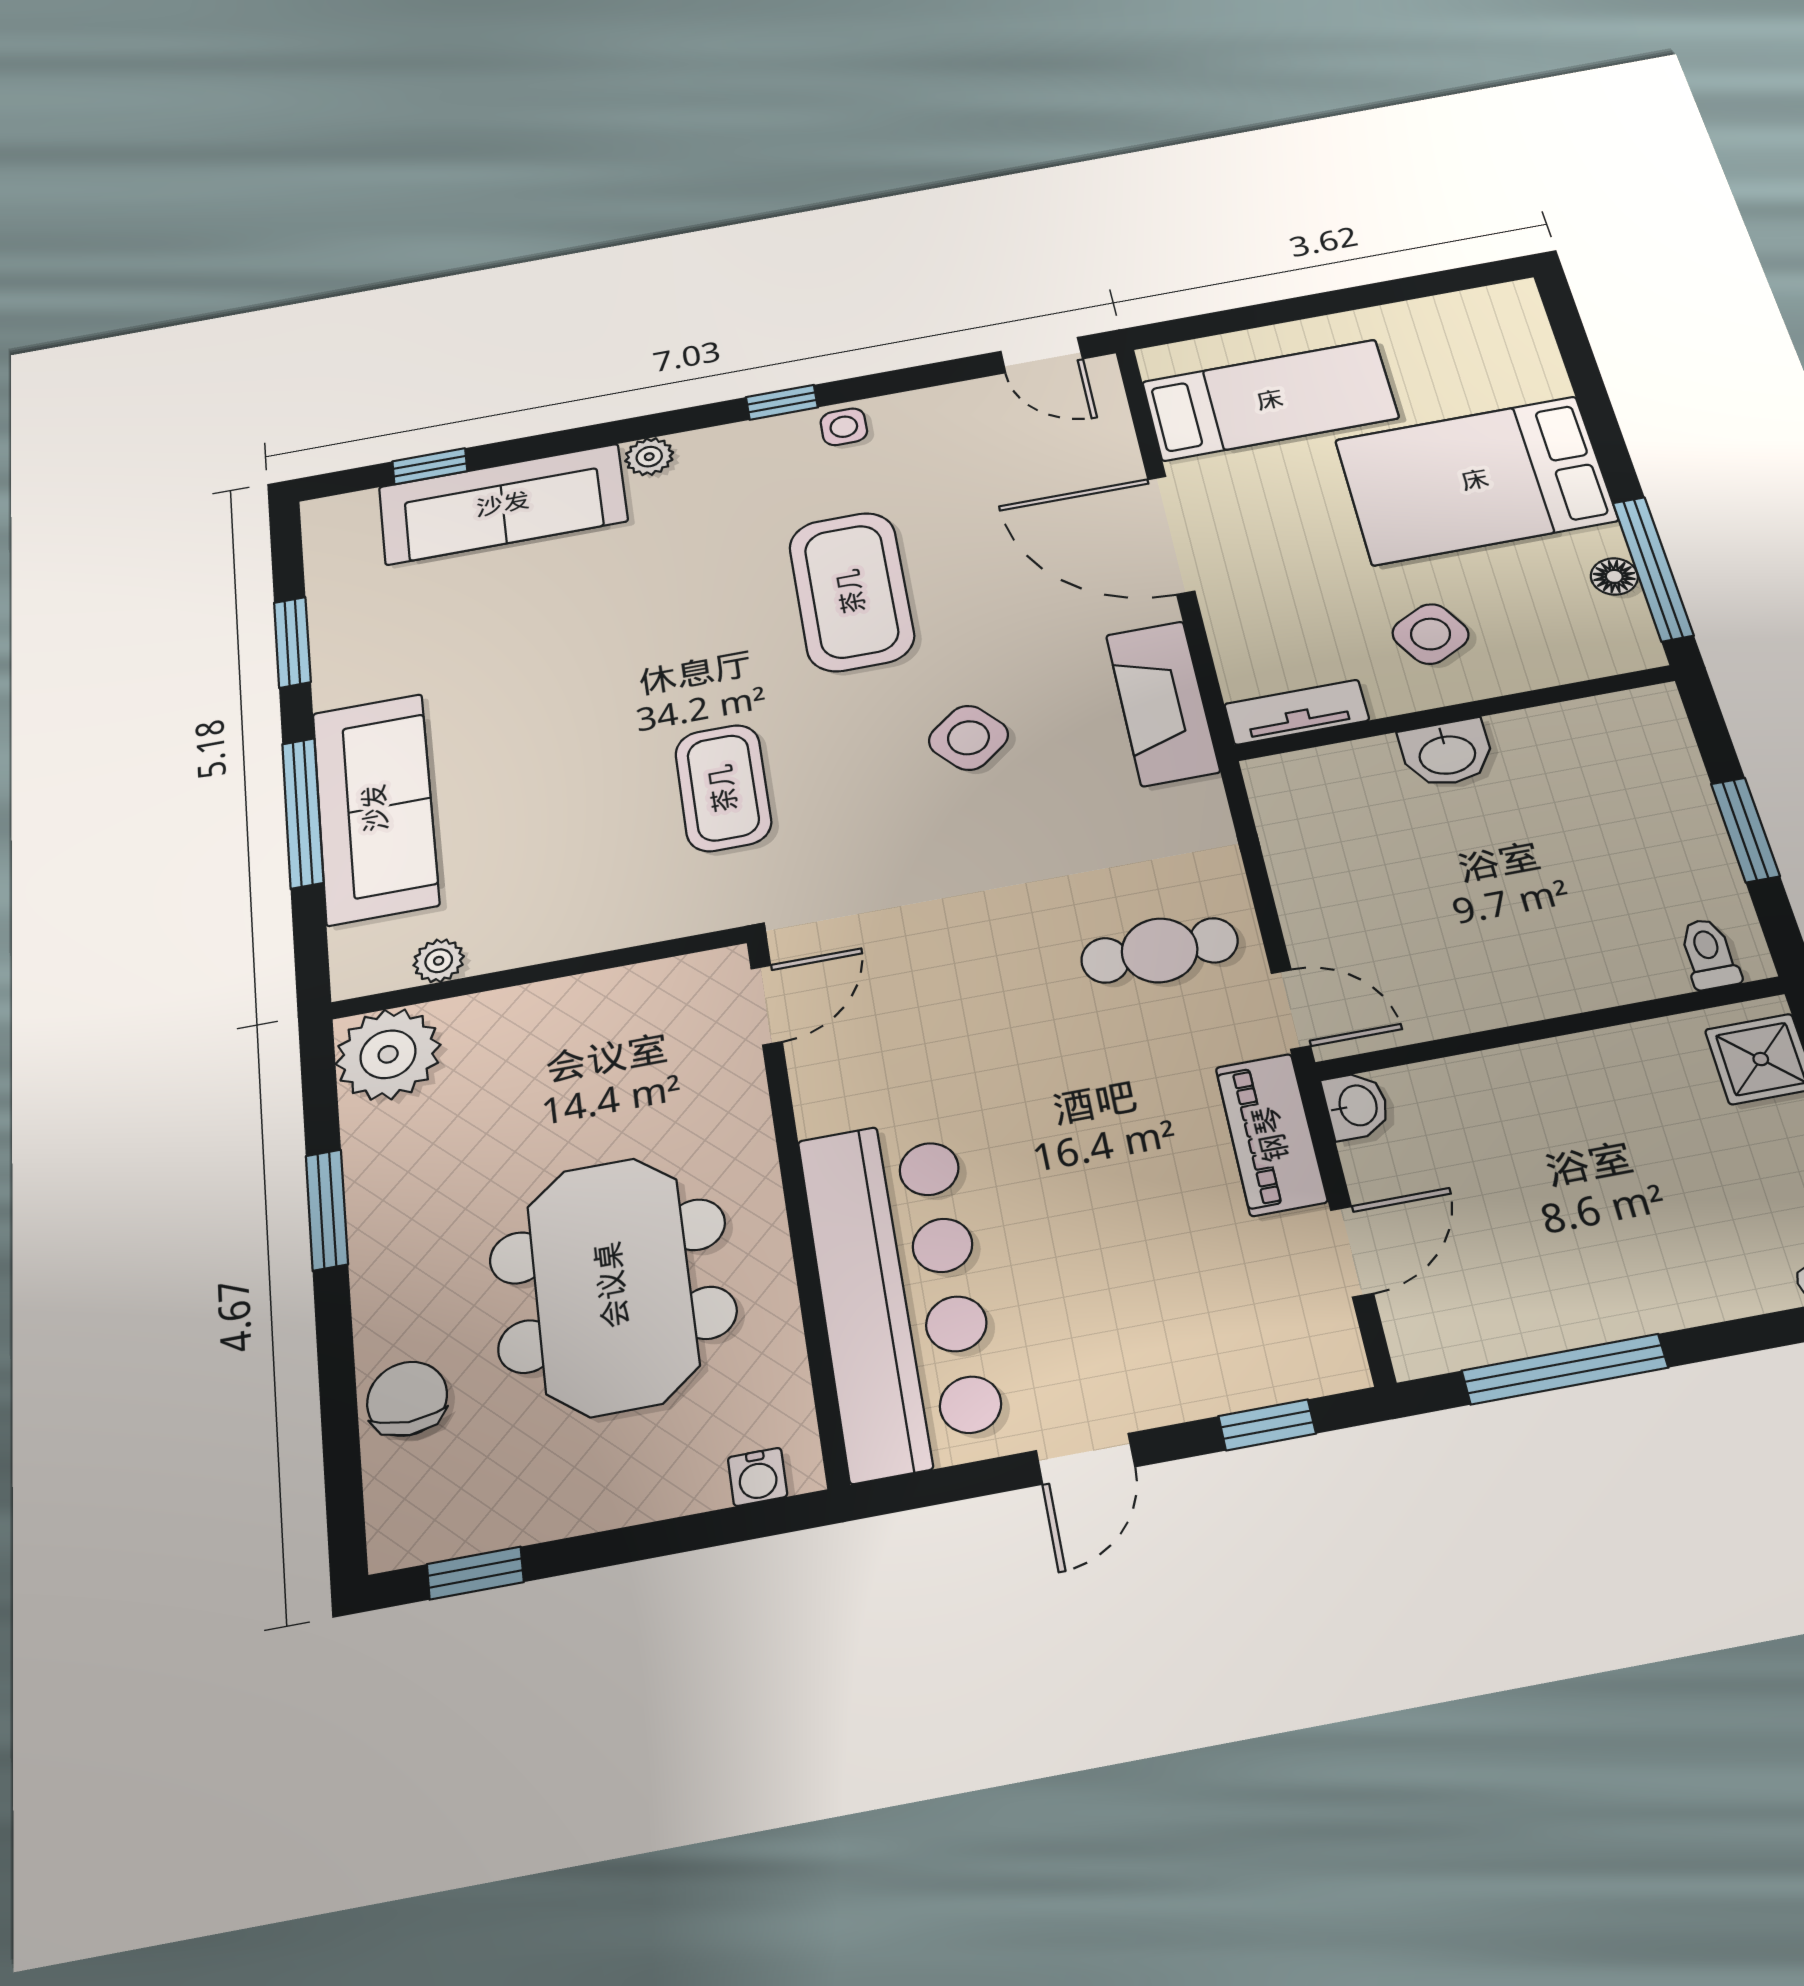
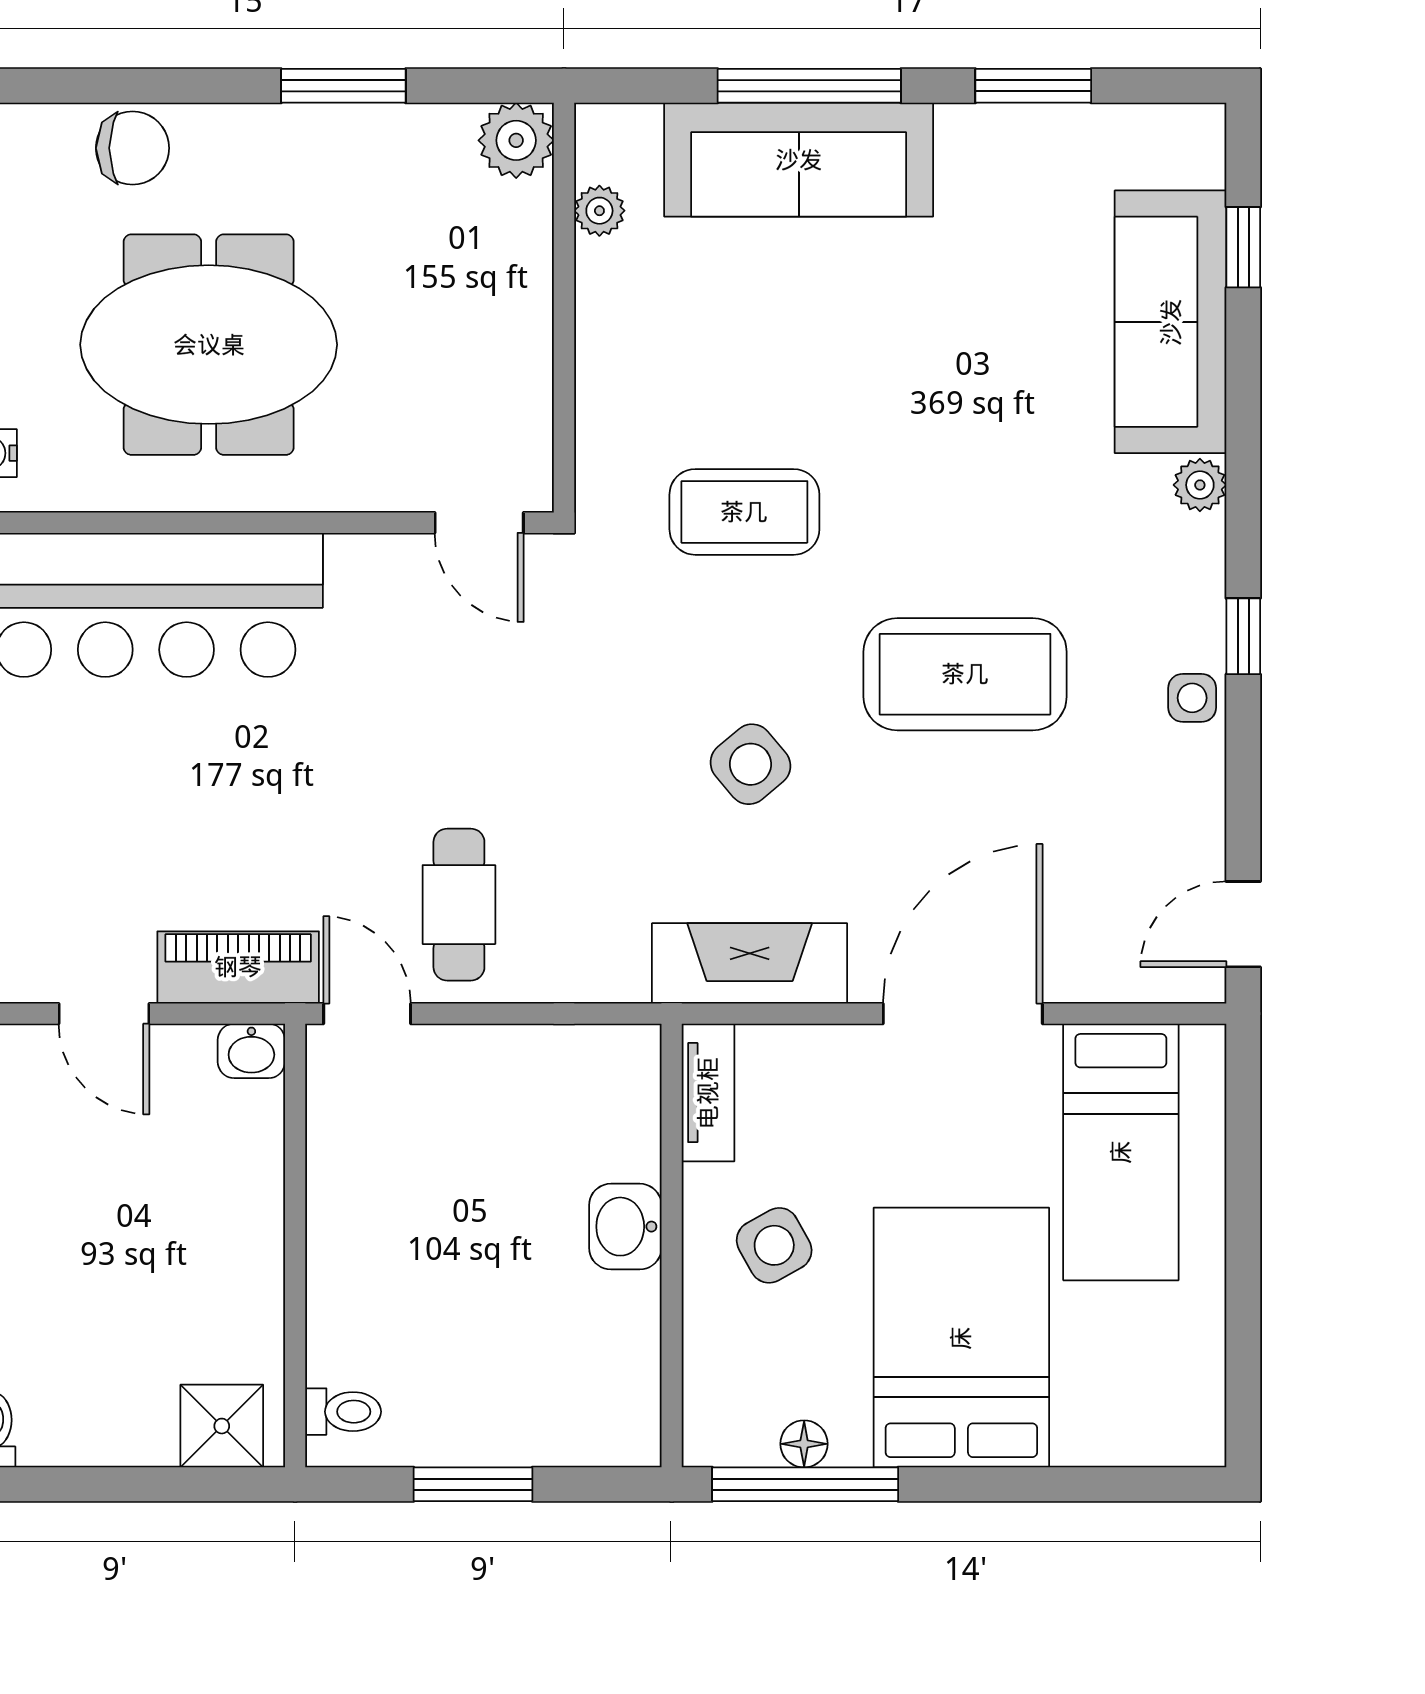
door: (1291, 1009) -> (367, 1014), swing flipped
plant: (388, 1054) -> (516, 140), width x0.73, depth x0.73

